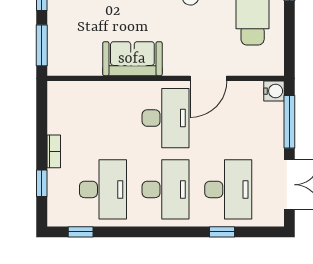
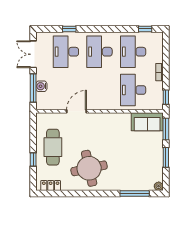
sofa: (132, 59) -> (147, 122), moved
water cooler: (274, 91) -> (41, 86), moved
desk: (166, 118) -> (133, 90), moved
window: (42, 183) -> (166, 97), moved

